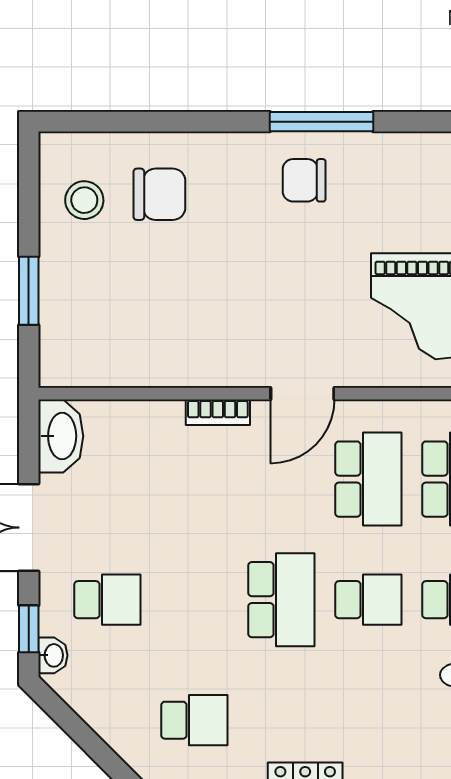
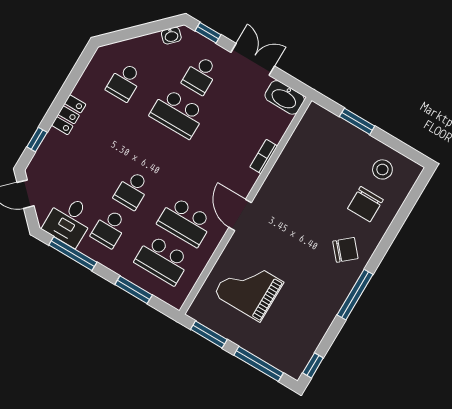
chair: (304, 180) -> (345, 250), moved, turned 49
bookcase: (218, 412) -> (264, 157), moved
school desk: (281, 600) -> (178, 113), moved
washbasin: (53, 655) -> (171, 36), moved, turned -45

